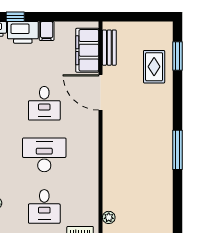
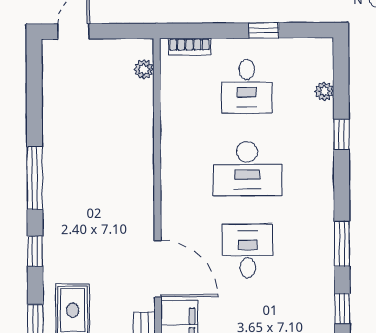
window: (177, 104) -> (35, 251), added
desk: (44, 206) -> (247, 86), turned 180

